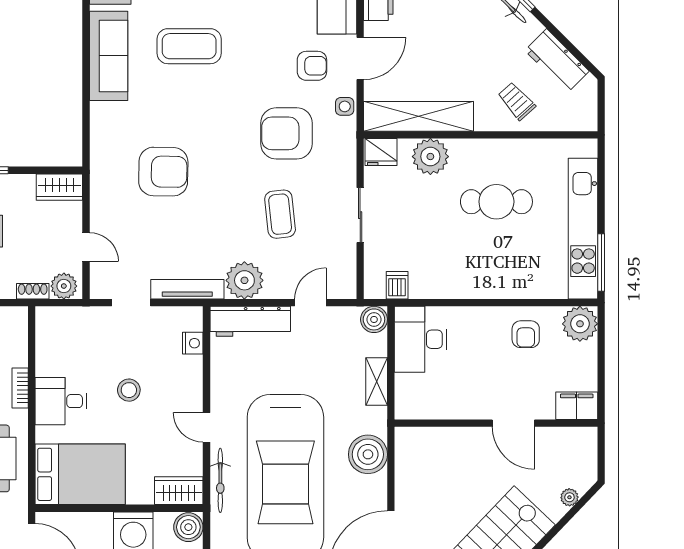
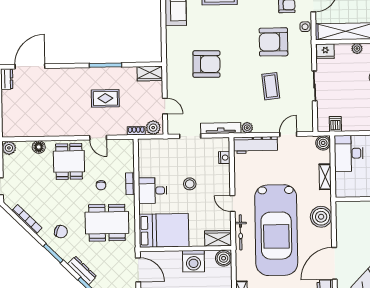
plant: (430, 157) -> (357, 49), width x0.53, depth x0.53
plant: (244, 280) -> (247, 128), width x0.53, depth x0.53

